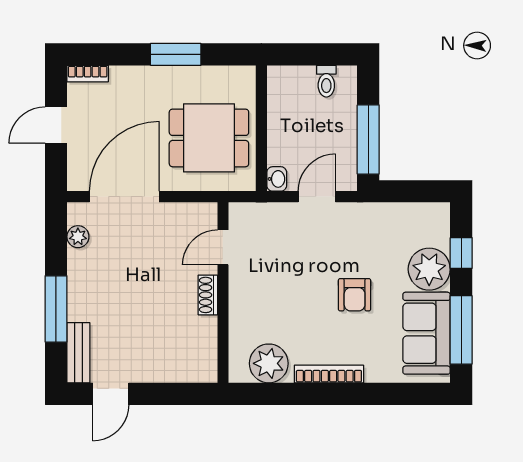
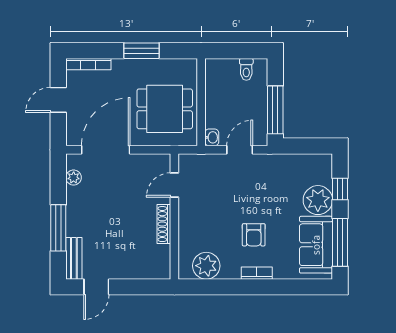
bookcase: (88, 74) -> (88, 64), width x1.56
shoe rack: (208, 295) -> (164, 224), width x1.43
armchair: (355, 295) -> (254, 235), moved
bookcase: (329, 374) -> (257, 273), width x0.64

